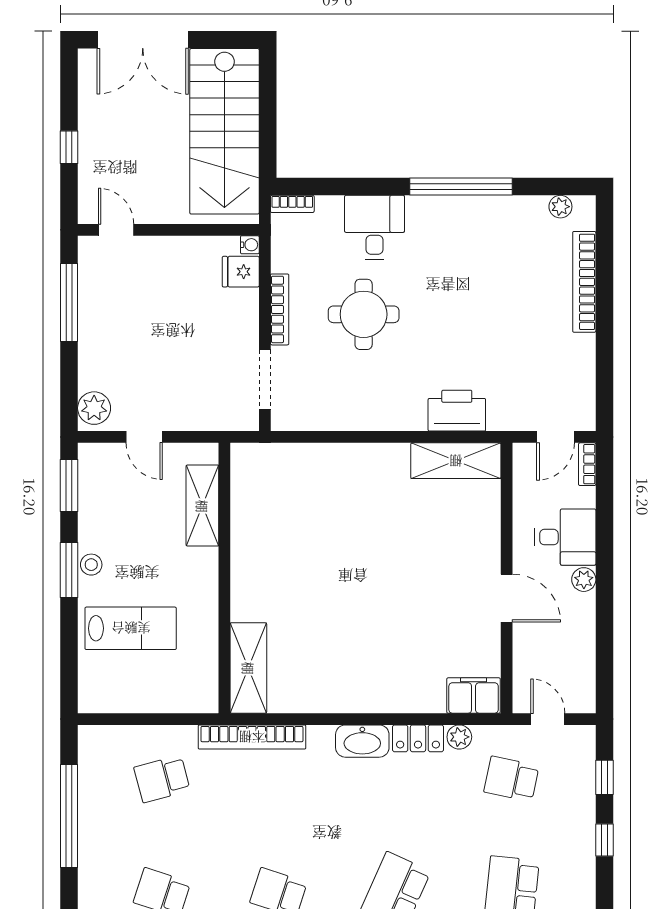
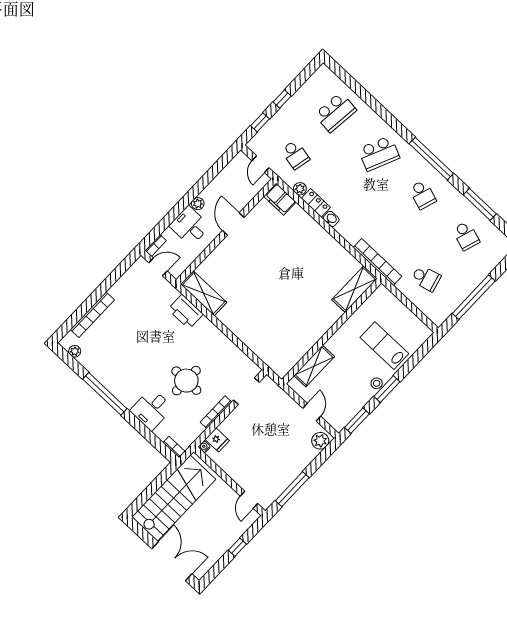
washbasin: (362, 741) -> (331, 219), width x0.52, depth x0.69

